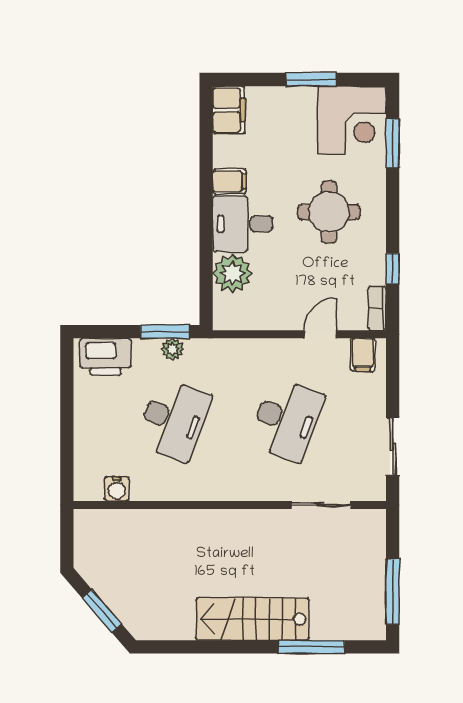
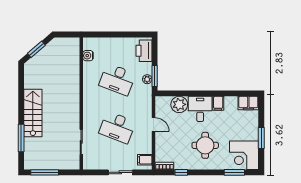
door: (321, 334) -> (153, 125), moved
sliding door: (393, 447) -> (120, 172), moved

